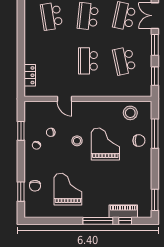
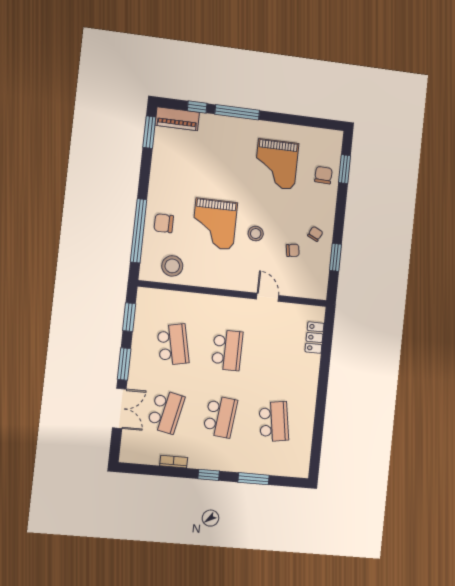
window: (155, 134) -> (139, 231), width x1.46
piano: (123, 211) -> (177, 119), moved

